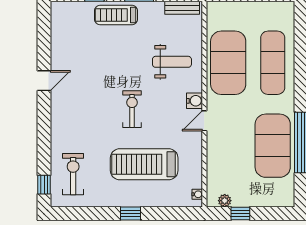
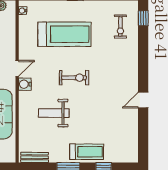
weight bench: (172, 62) -> (54, 113), moved
exercise bike: (132, 109) -> (74, 78), turned -90
exercise bike: (73, 174) -> (120, 27), width x0.73, depth x0.72

